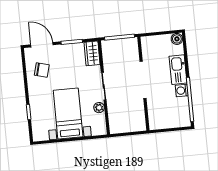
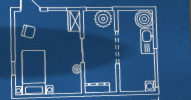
boiler: (177, 39) -> (144, 19), width x1.86, depth x1.86
plant: (125, 48) -> (103, 19), added
washing machine: (182, 91) -> (150, 86), moved
bed with nightstands: (68, 114) -> (34, 73), moved
dresser: (123, 127) -> (97, 88), added

